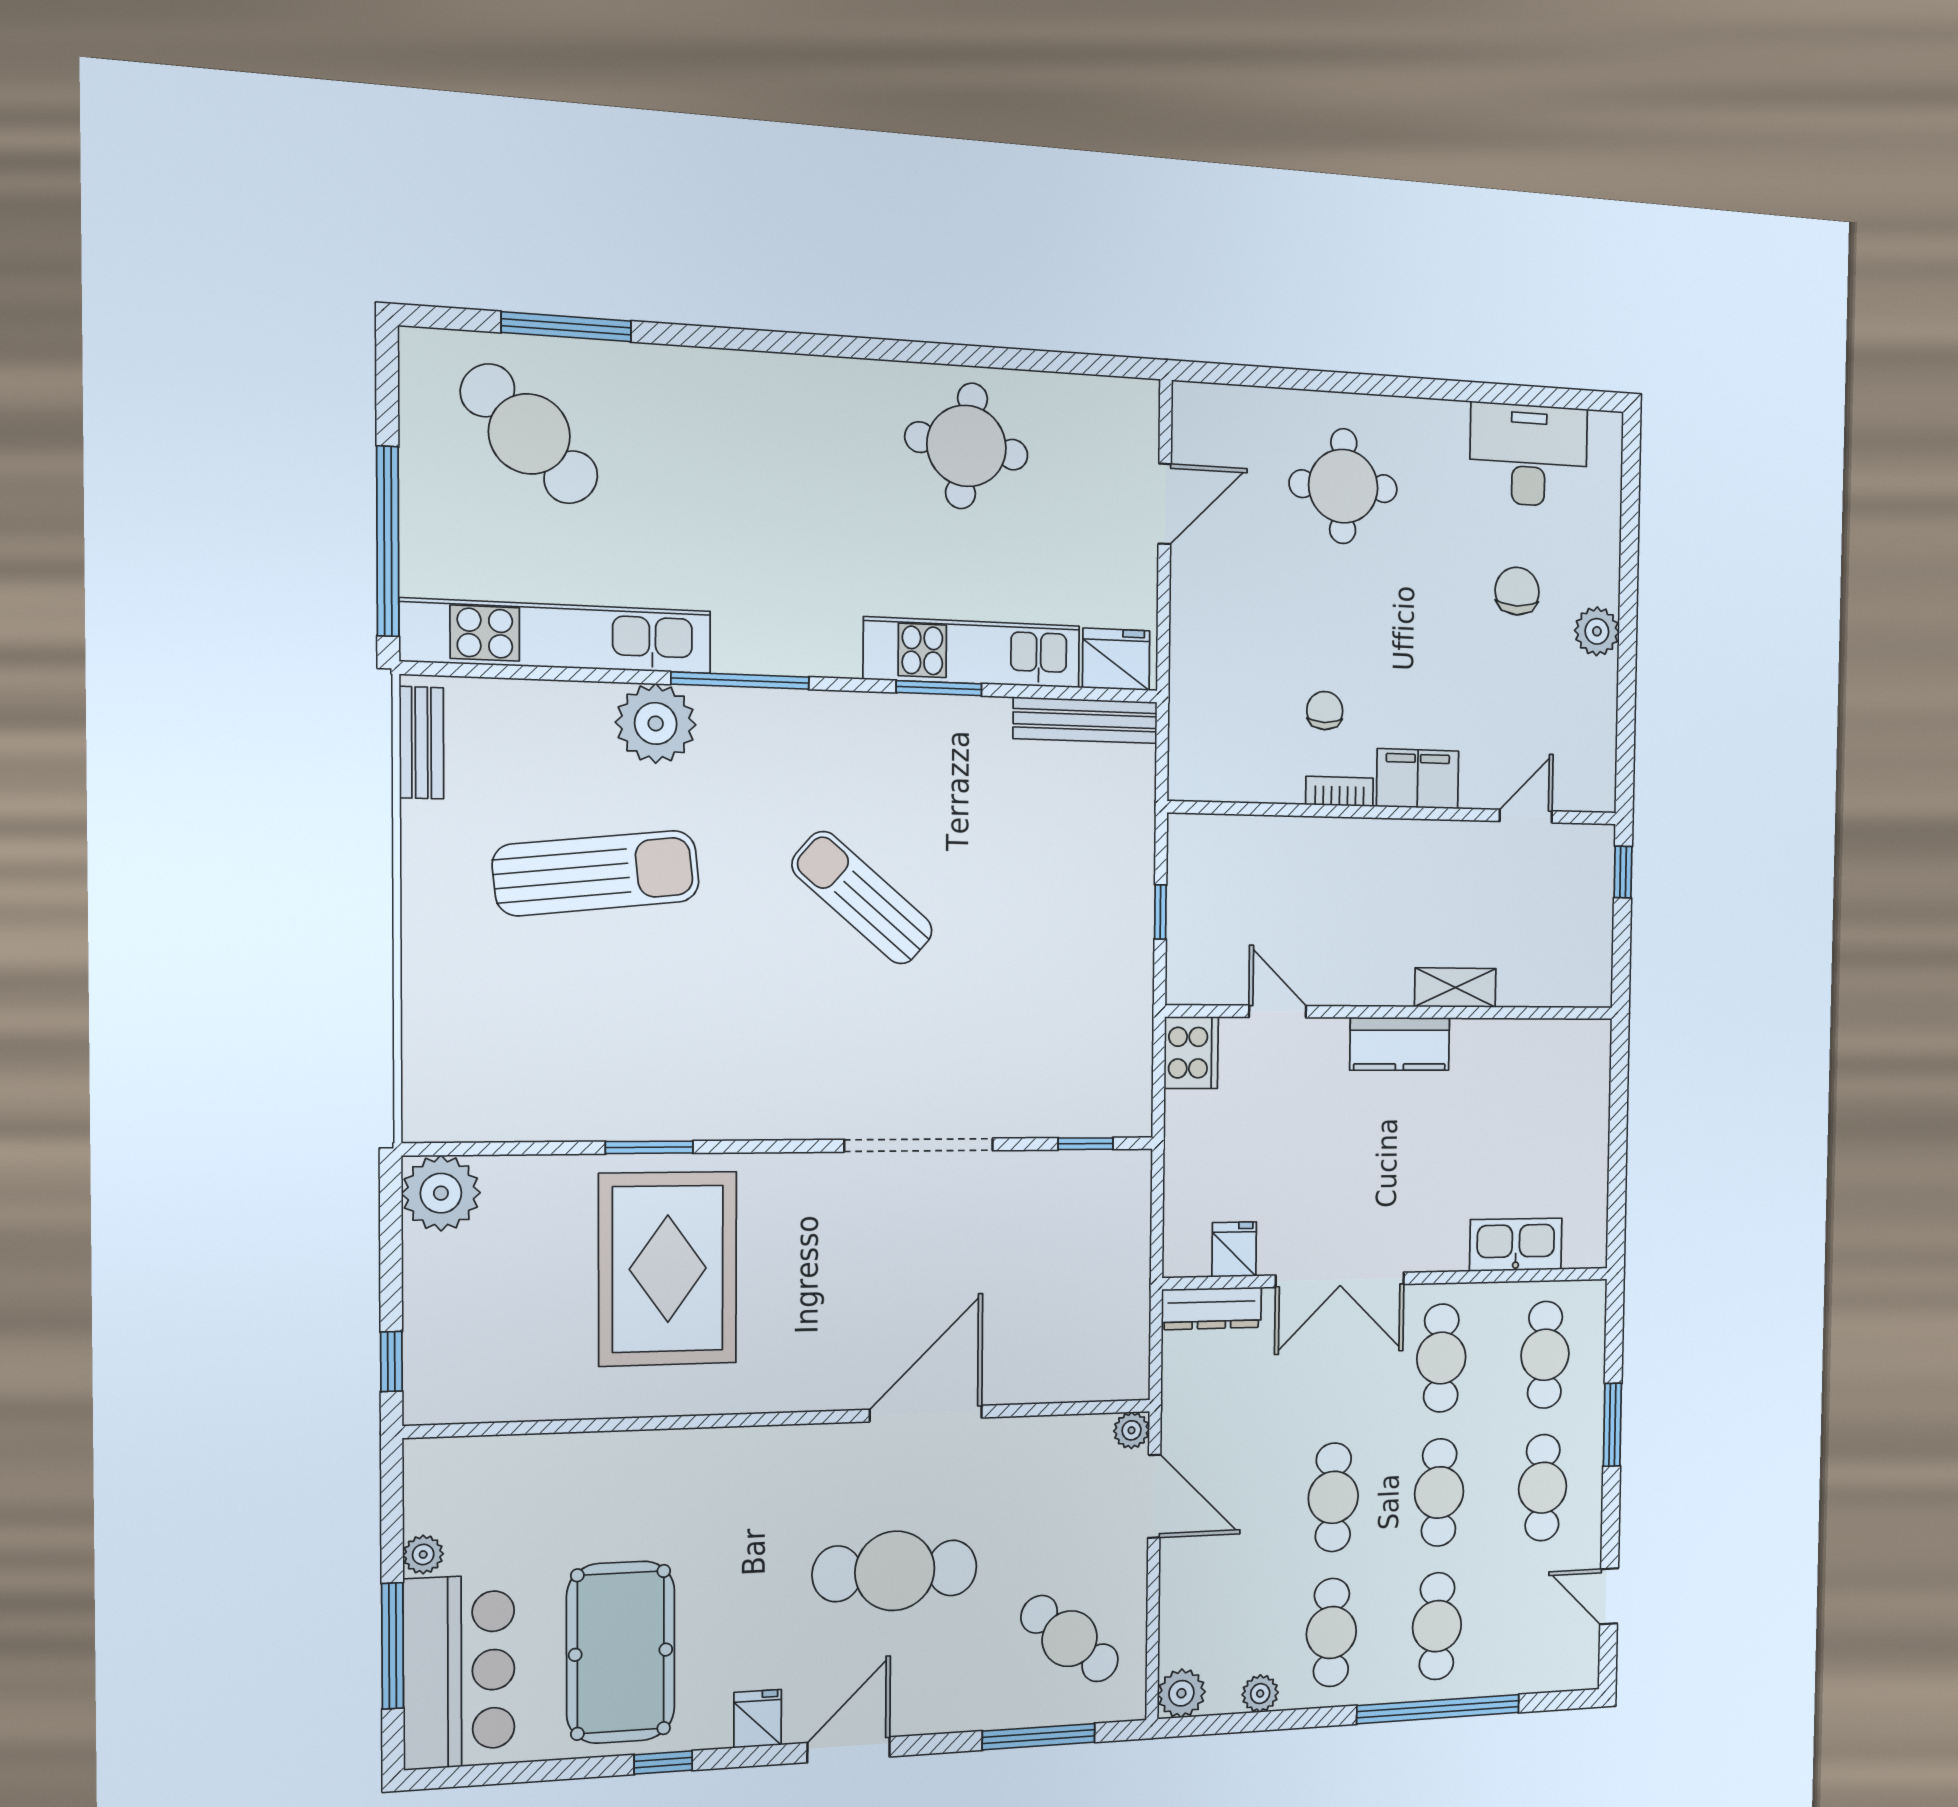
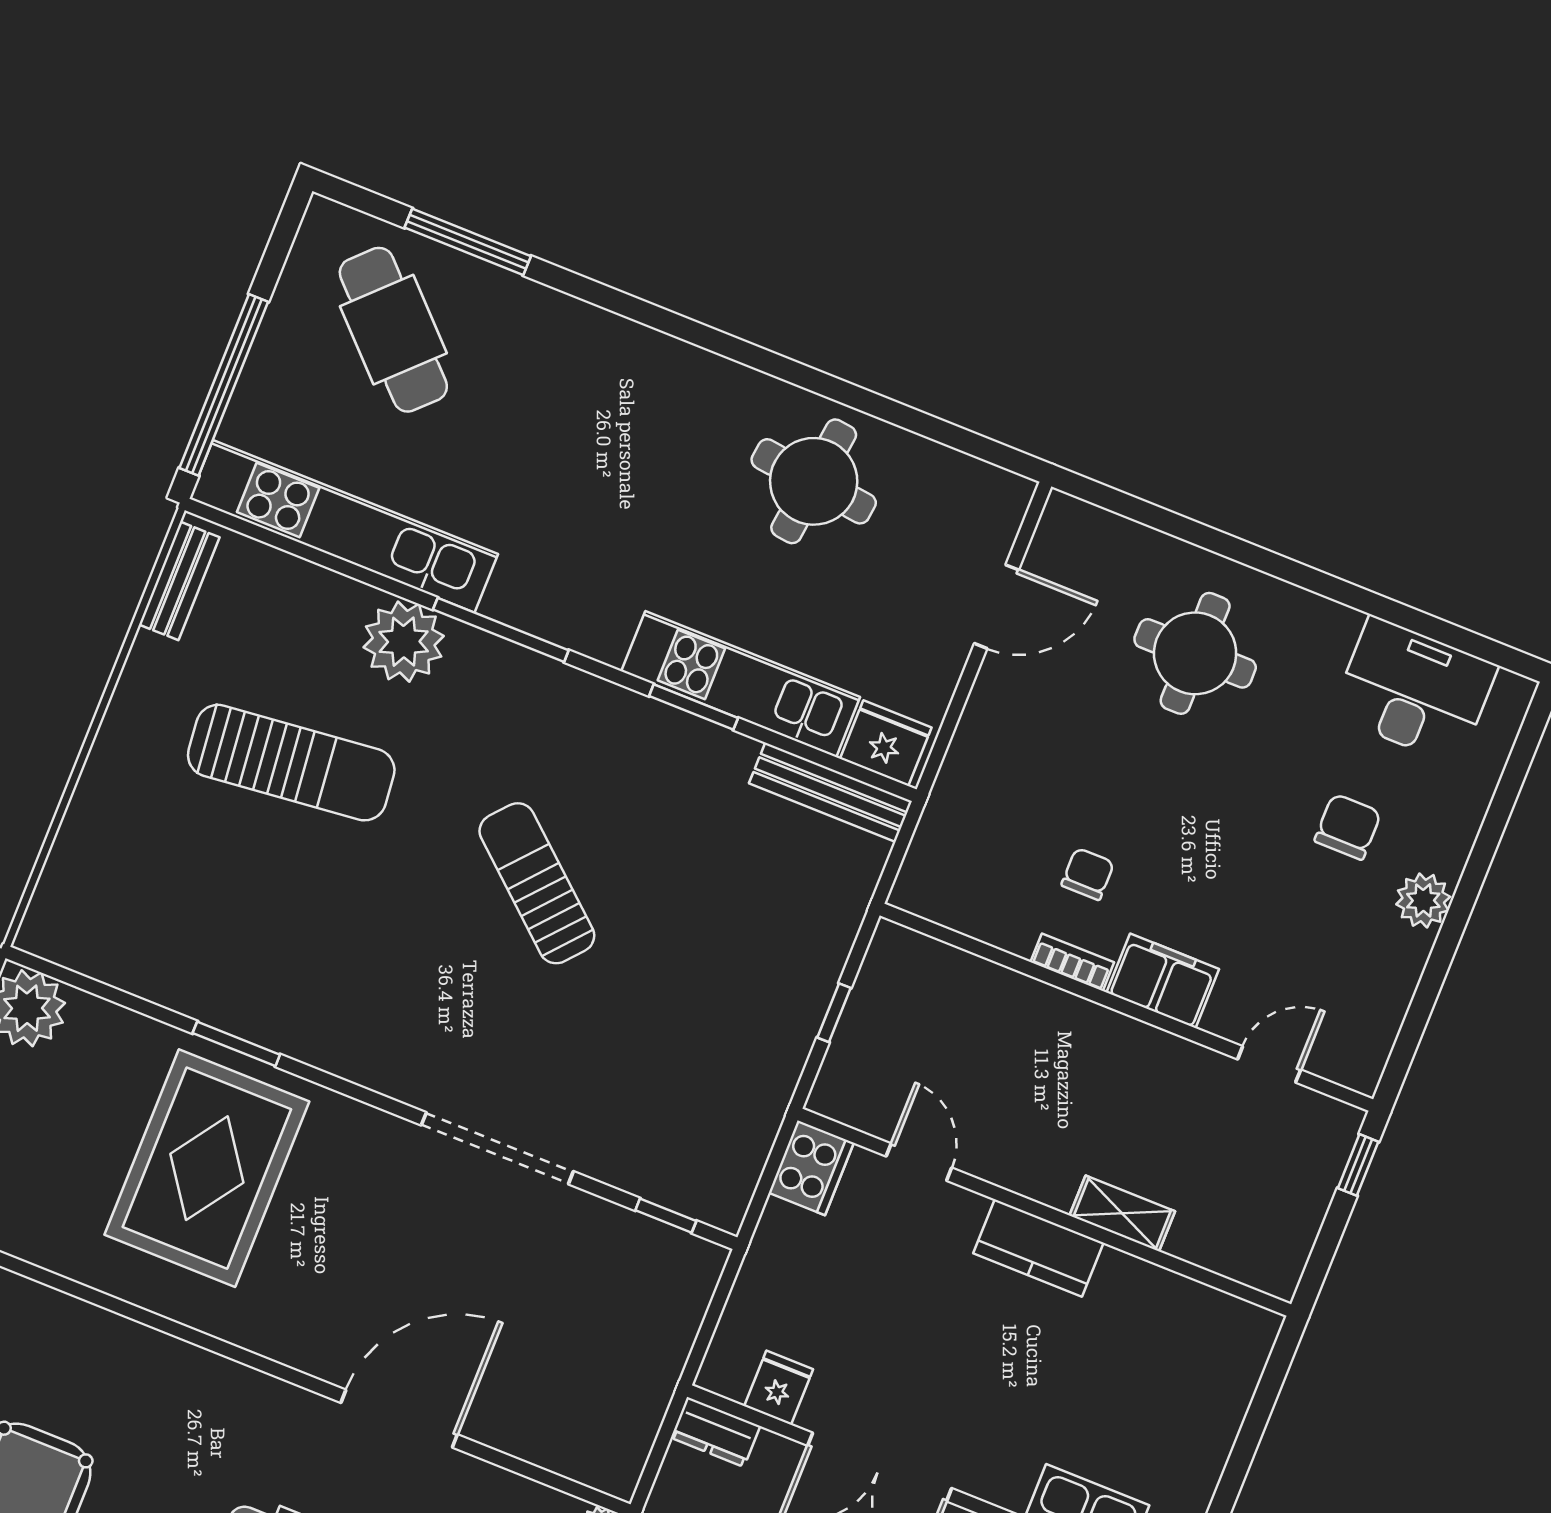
dresser: (1212, 1308) -> (715, 1432), width x0.70

